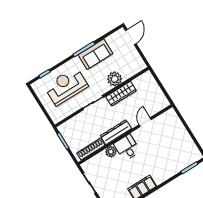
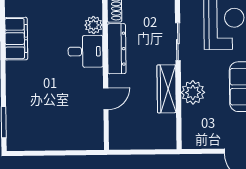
door: (145, 122) -> (106, 99), hinge flipped

